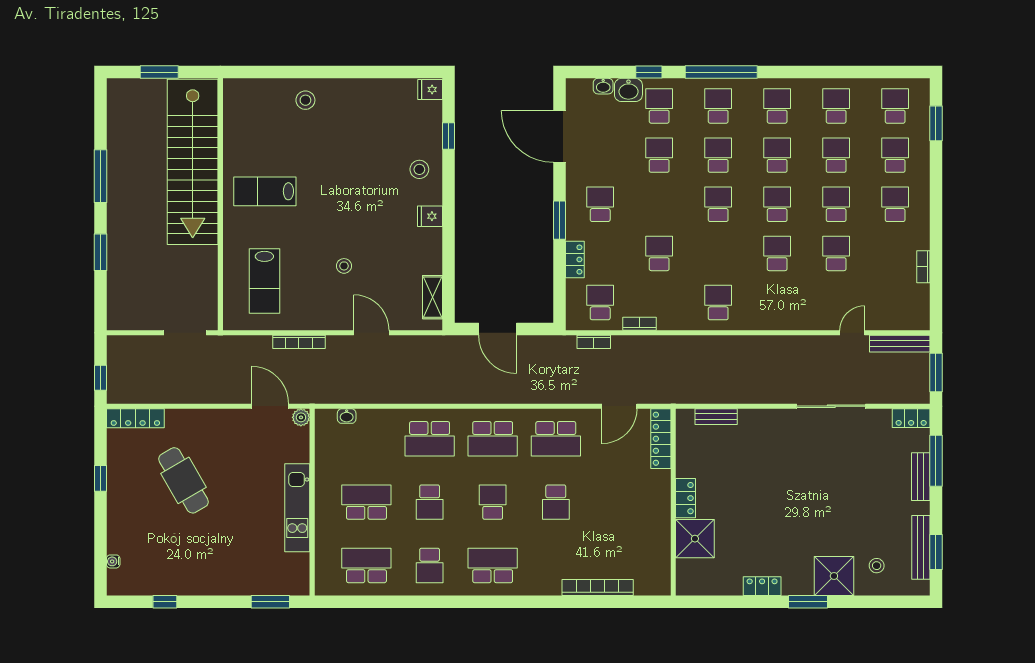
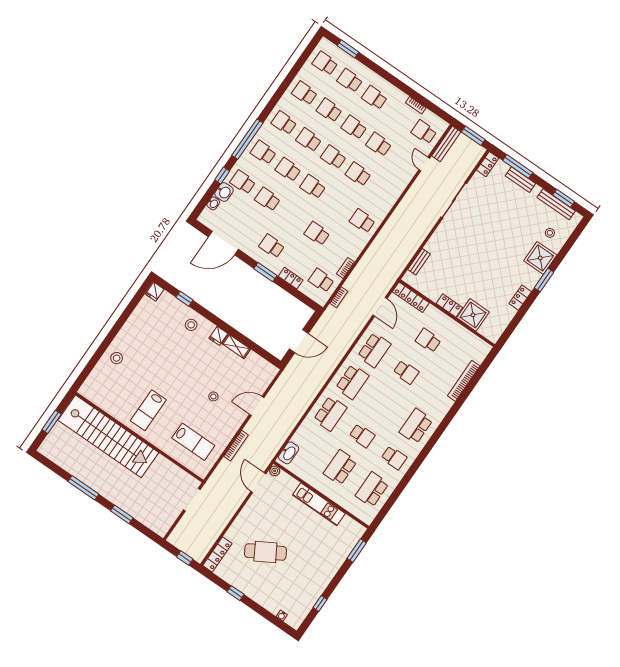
shelving: (433, 297) -> (236, 346), moved
school desk: (895, 303) -> (424, 132), added
door: (270, 406) -> (258, 483), hinge flipped
washbasin: (347, 416) -> (289, 453), width x1.91, depth x1.45
school desk: (493, 502) -> (428, 340), moved

